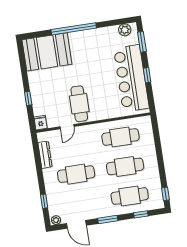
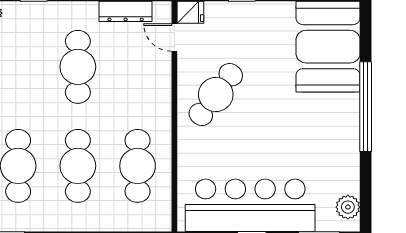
cafe table: (79, 104) -> (216, 95), turned -53
door: (67, 127) -> (174, 37), moved

